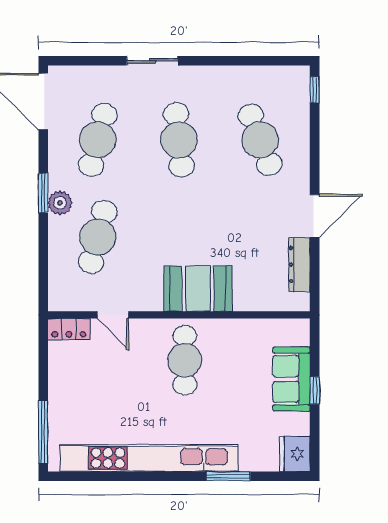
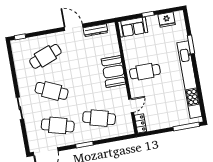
cafe table: (179, 140) -> (52, 91), turned 30
plant: (60, 203) -> (87, 137), removed
sofa: (291, 379) -> (133, 27), moved
fridge: (295, 454) -> (167, 19), moved

